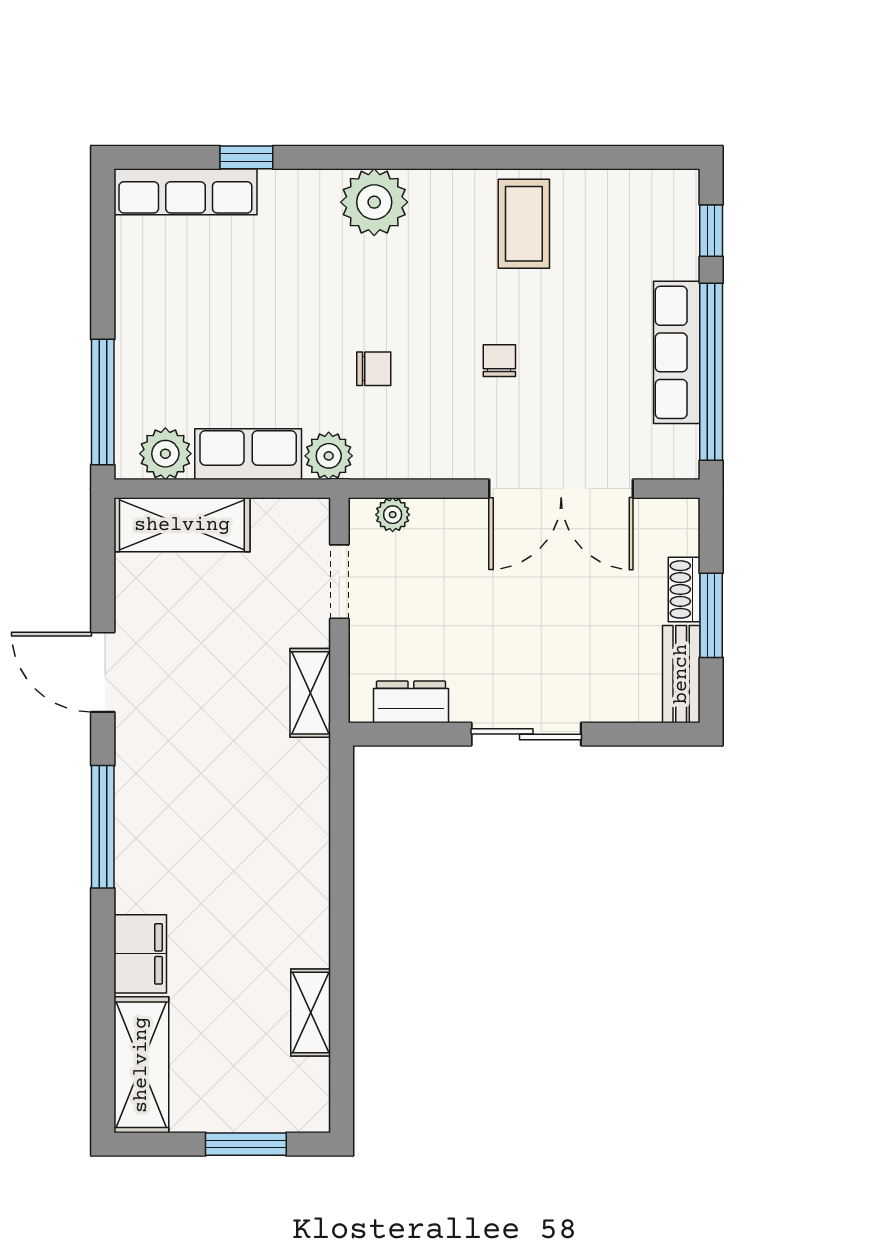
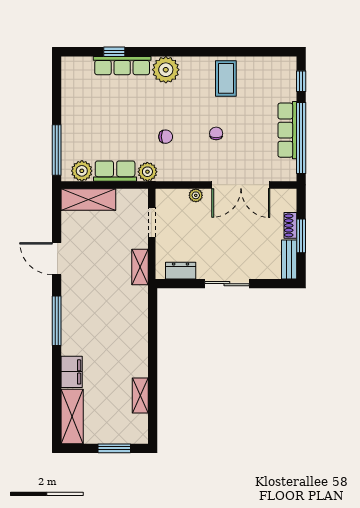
row of seats: (185, 192) -> (122, 66), moved
plant: (393, 515) -> (196, 195), moved

